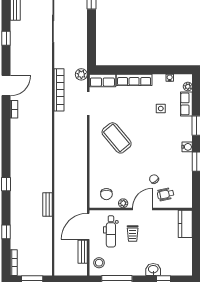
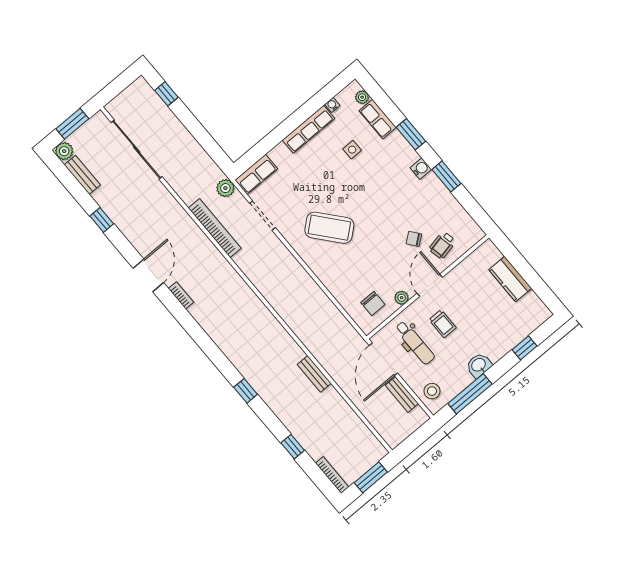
row of seats: (134, 80) -> (308, 129), moved
kitchen counter: (185, 224) -> (510, 279), moved
washbasin: (153, 270) -> (479, 365), moved

